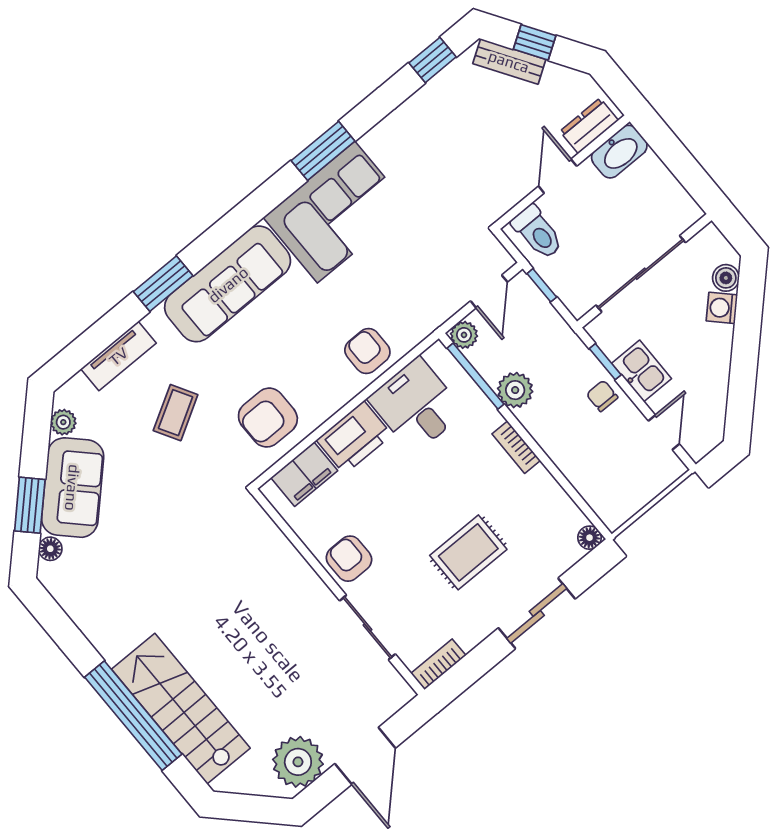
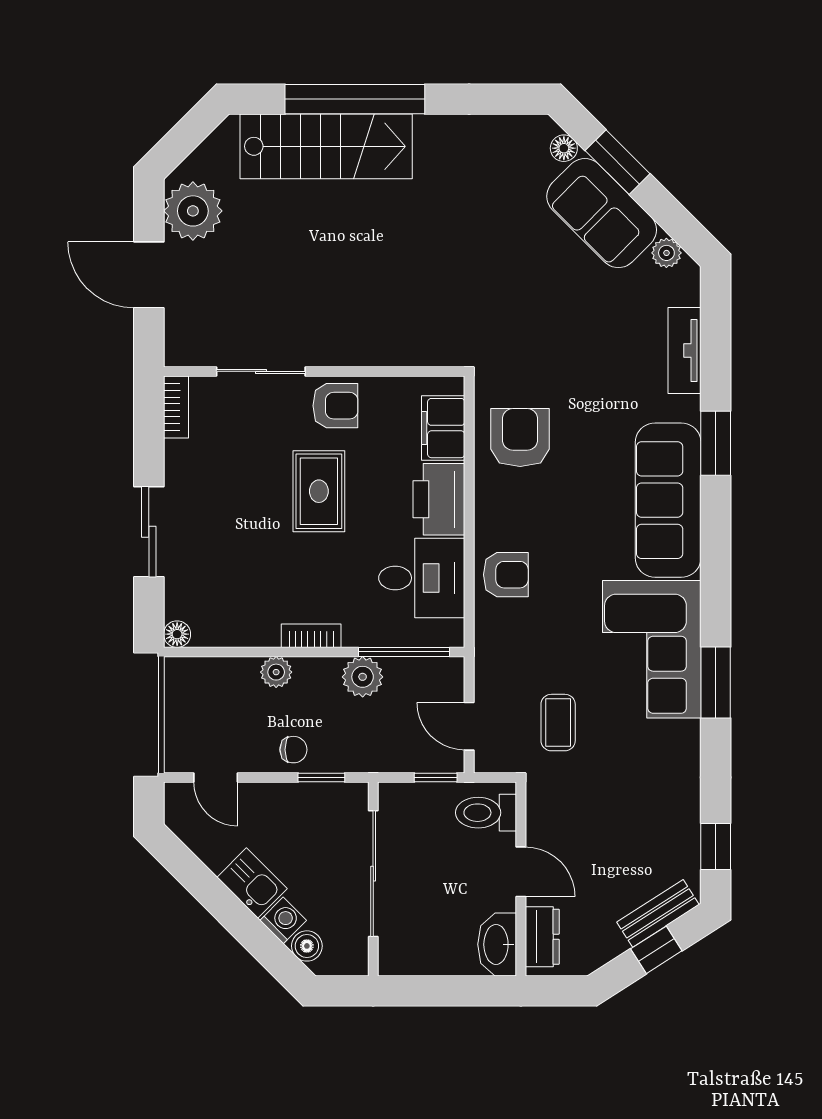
plant: (464, 335) -> (276, 672), moved
kitchen sink: (642, 371) -> (252, 883), moved, turned -135
coffee table: (176, 413) -> (558, 723), moved, turned 30
rug: (468, 552) -> (319, 491), moved

